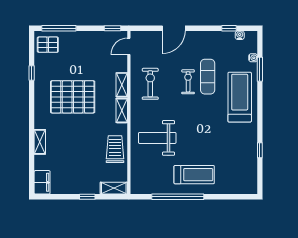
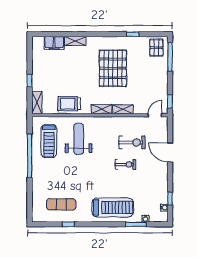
door: (129, 46) -> (155, 115), hinge flipped
exercise mat: (208, 77) -> (61, 204), moved
exercise bike: (150, 84) -> (132, 142), moved
trolley: (115, 149) -> (69, 104), turned 180
treadmill: (194, 175) -> (49, 141), moved
filing cabinet: (42, 182) -> (54, 43), moved

